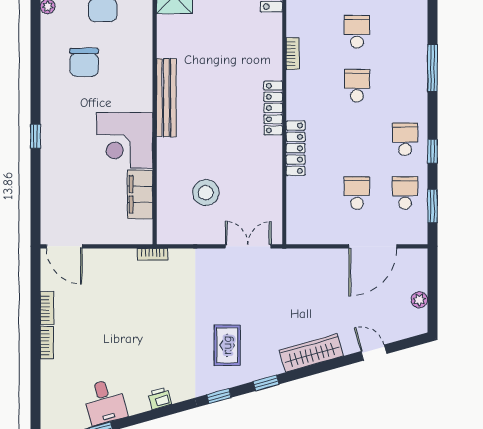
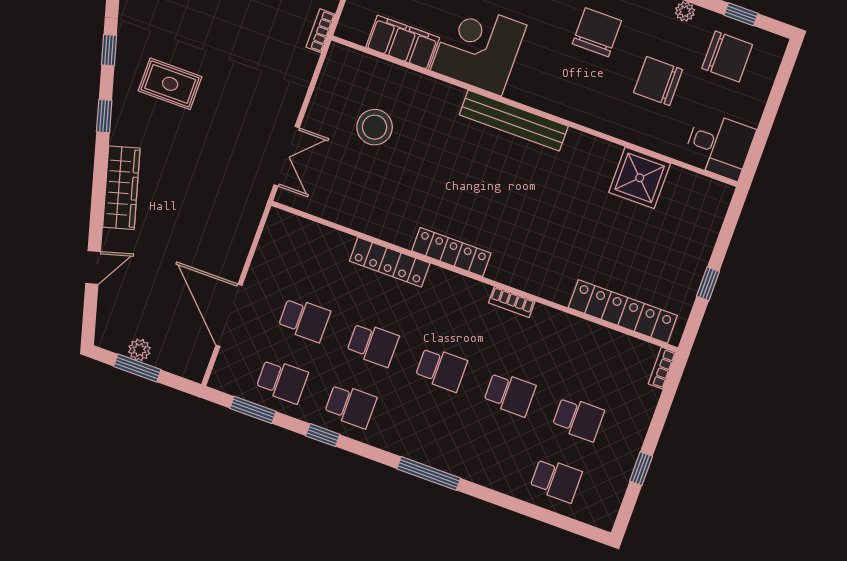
chair: (84, 62) -> (597, 32), turned 90
school desk: (357, 139) -> (373, 344), added
window: (432, 297) -> (137, 368), added

